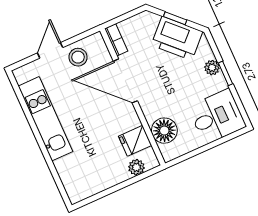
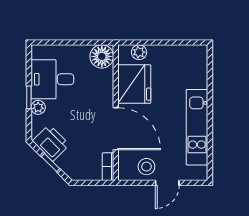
printer: (177, 38) -> (51, 143), width x0.73, depth x0.84
desk: (217, 117) -> (52, 79), moved
floor lamp: (164, 131) -> (102, 56), moved
fridge: (135, 141) -> (134, 84), width x1.88, depth x1.34

